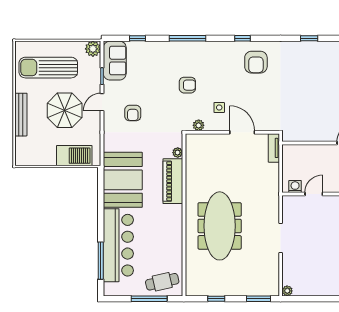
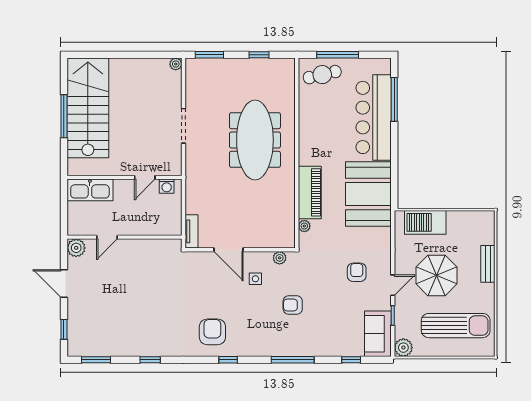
bench: (21, 115) -> (488, 264), width x0.73

